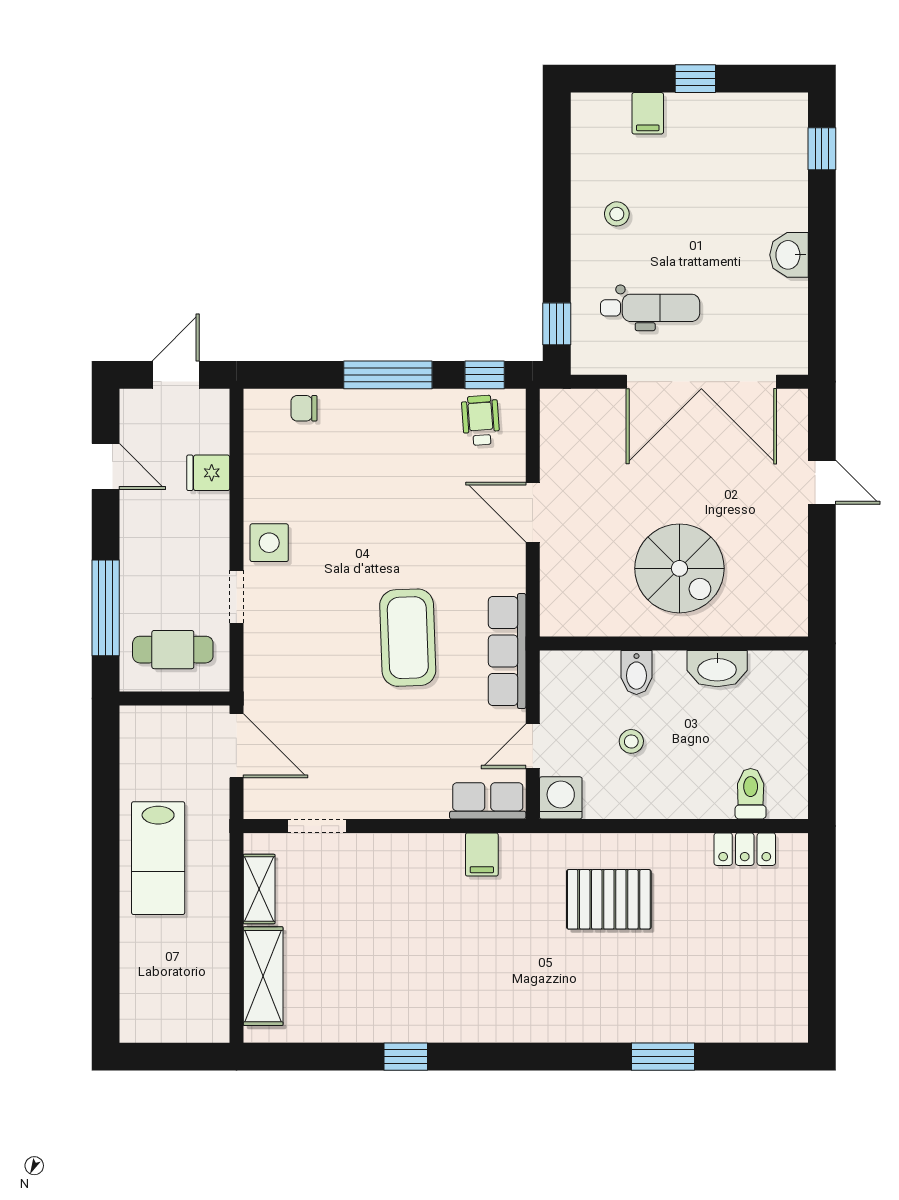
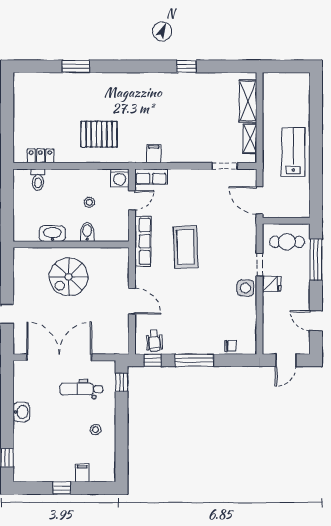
fridge: (208, 473) -> (272, 284), moved
spiral stairs: (679, 568) -> (69, 277), turned -90

